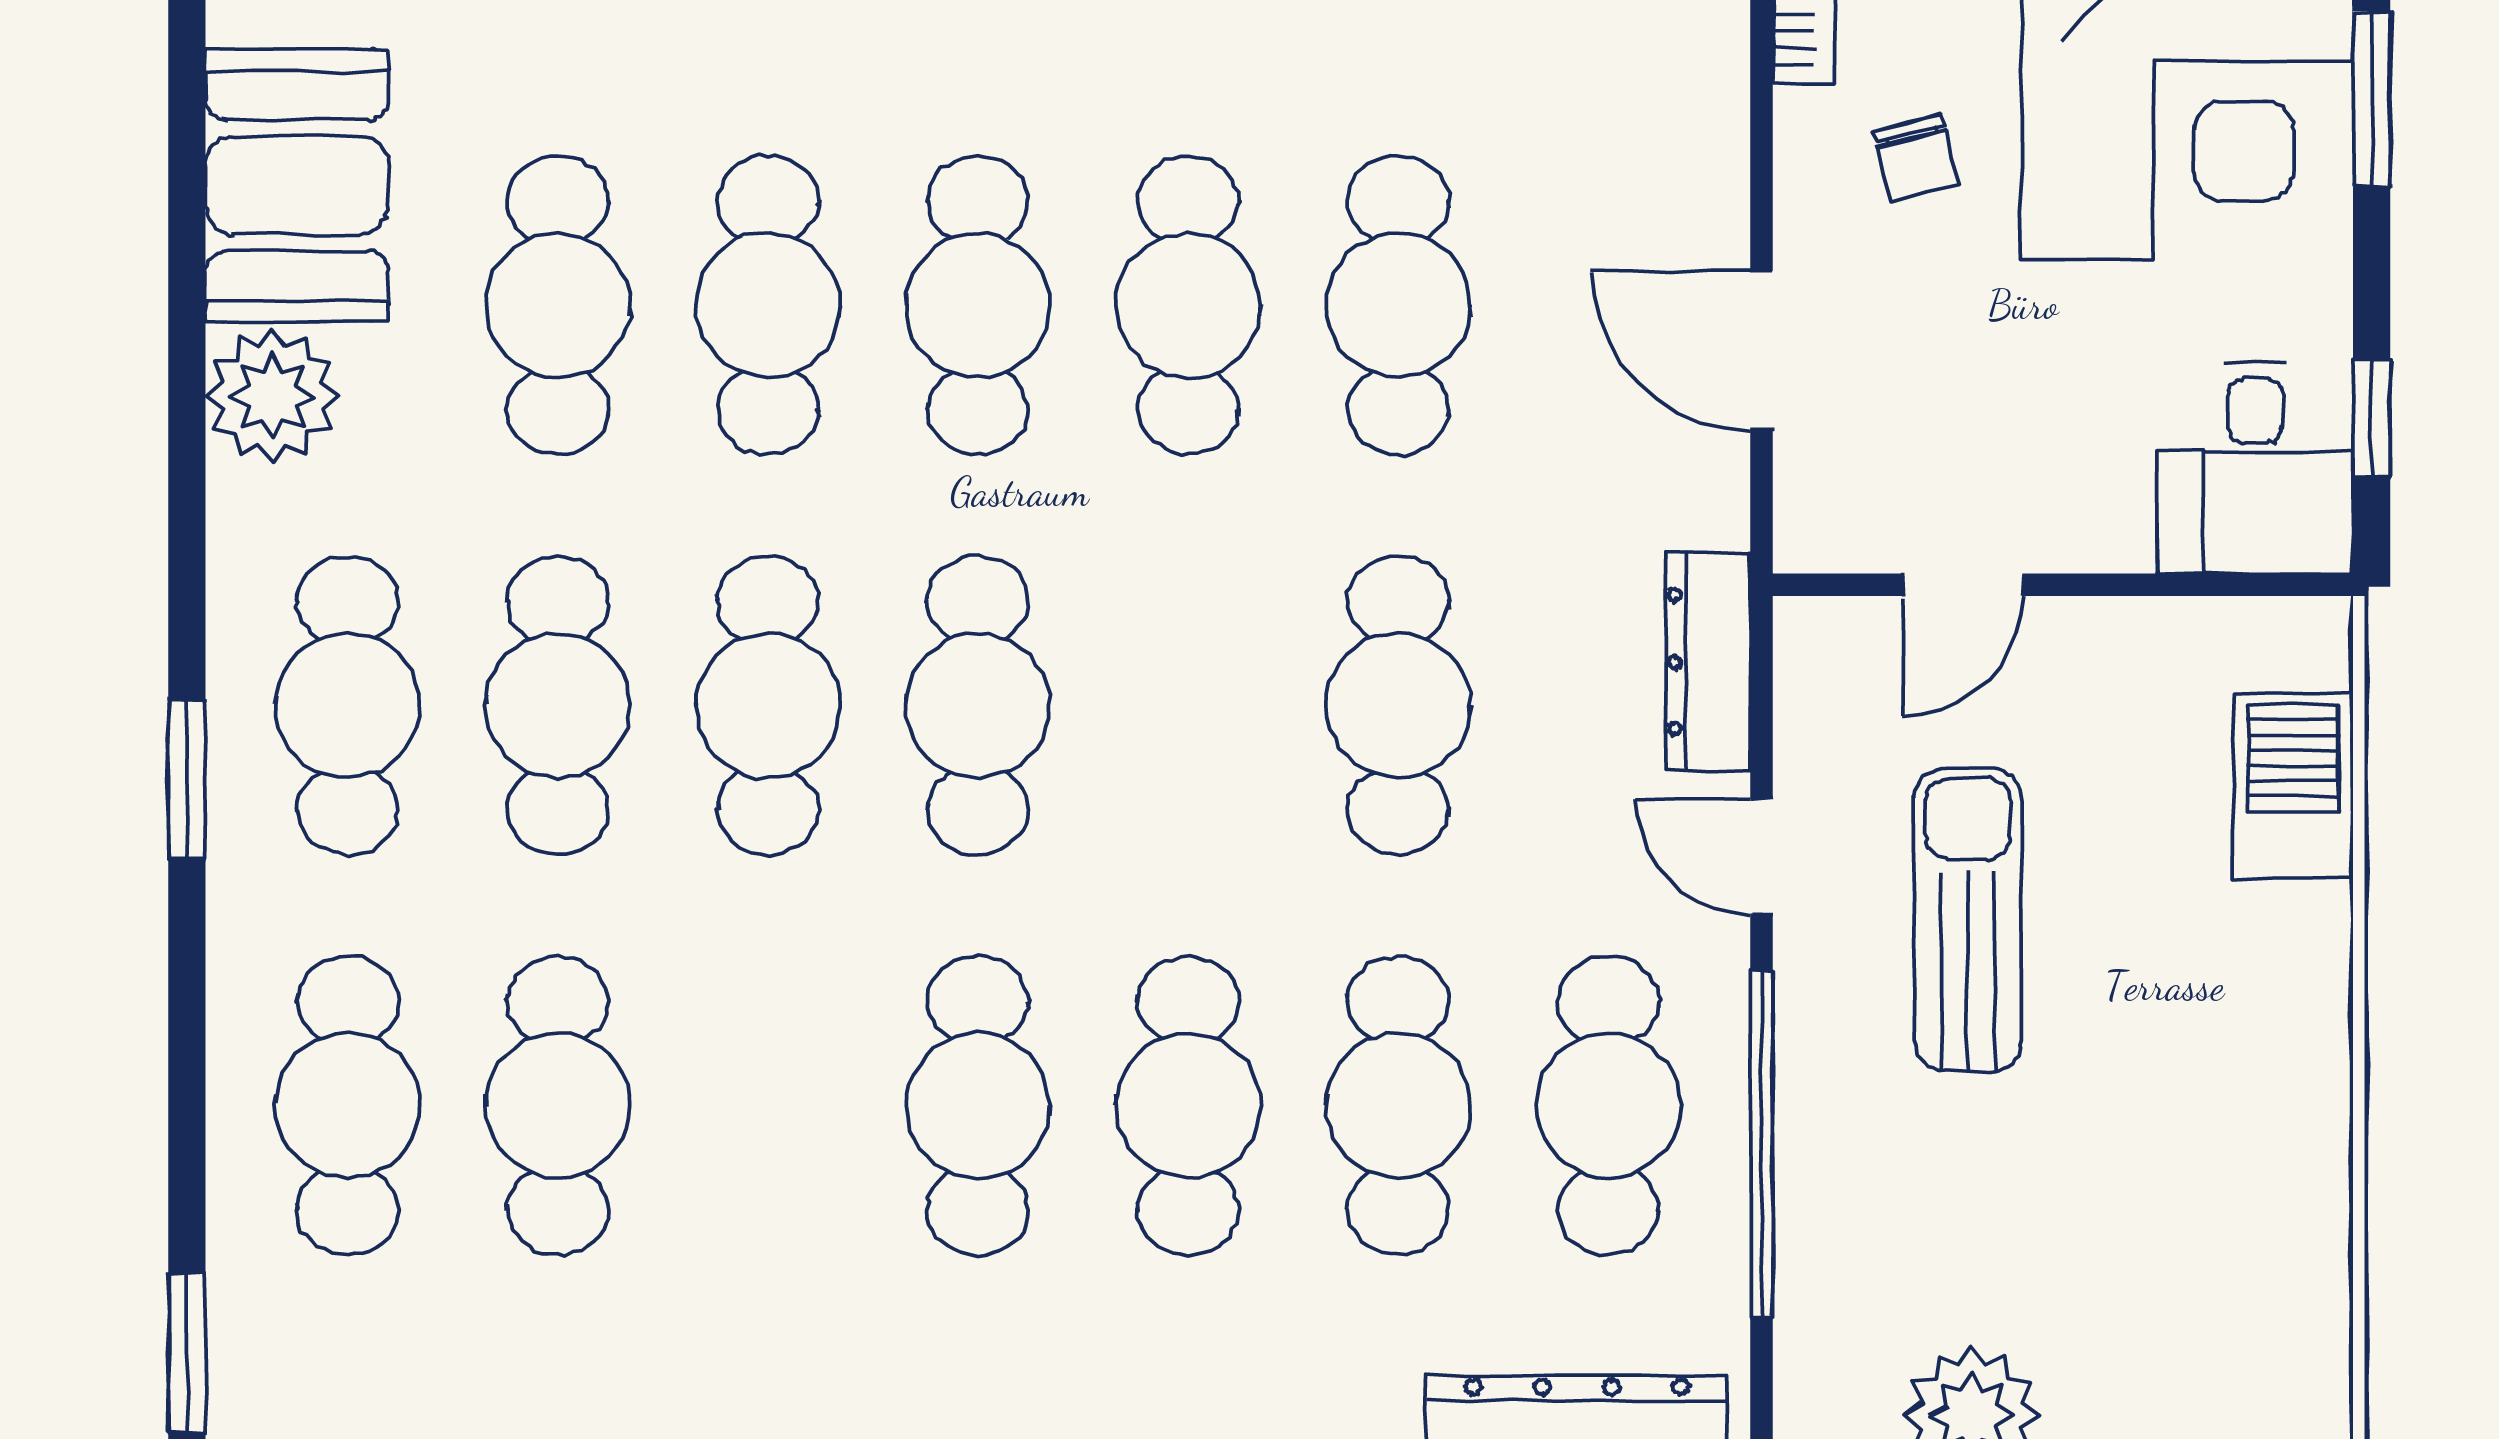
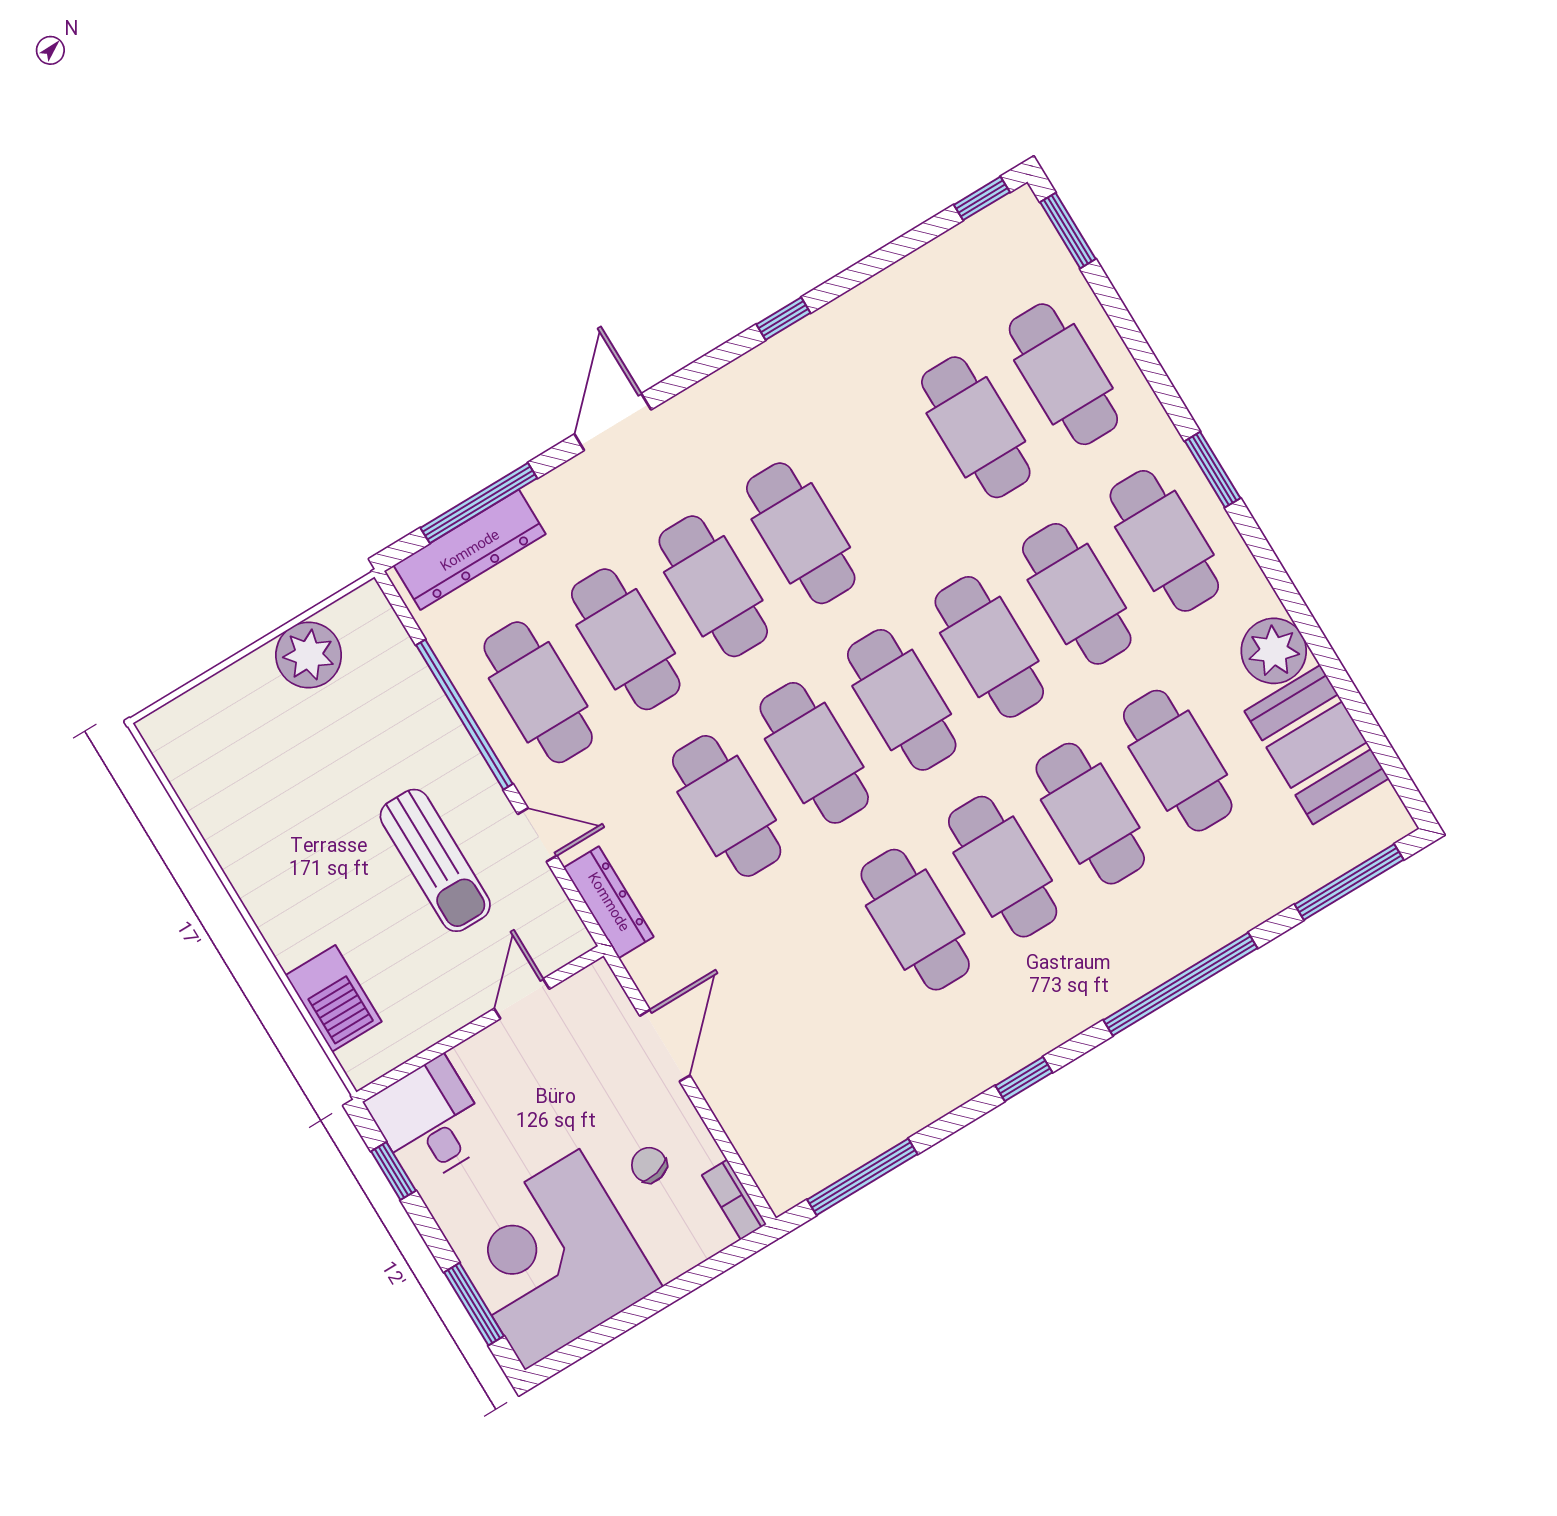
cafe table: (1398, 305) -> (814, 753), moved
door: (1762, 350) -> (665, 1046), hinge flipped

